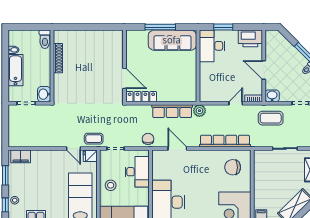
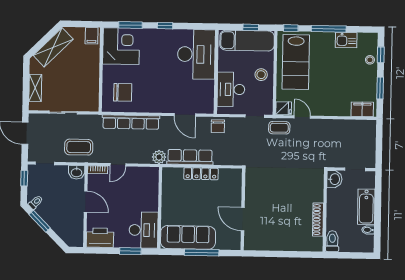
door: (124, 78) -> (243, 219), moved
locker: (141, 97) -> (201, 174), moved

